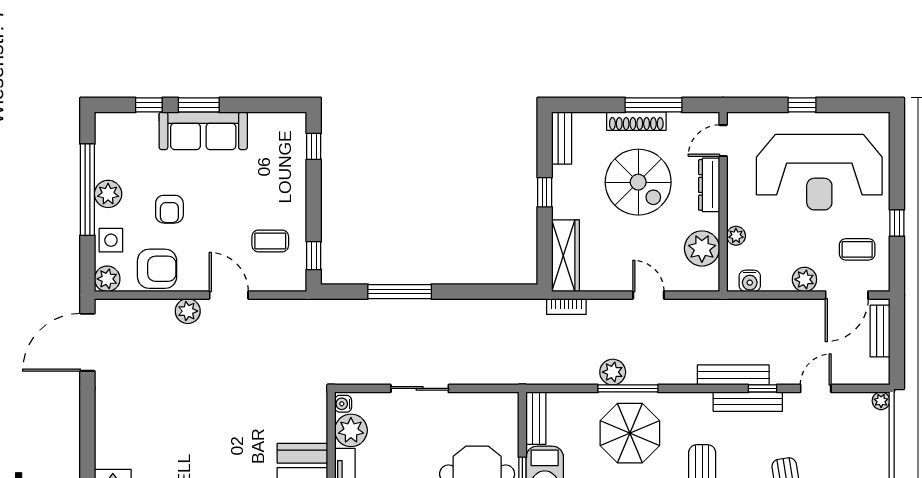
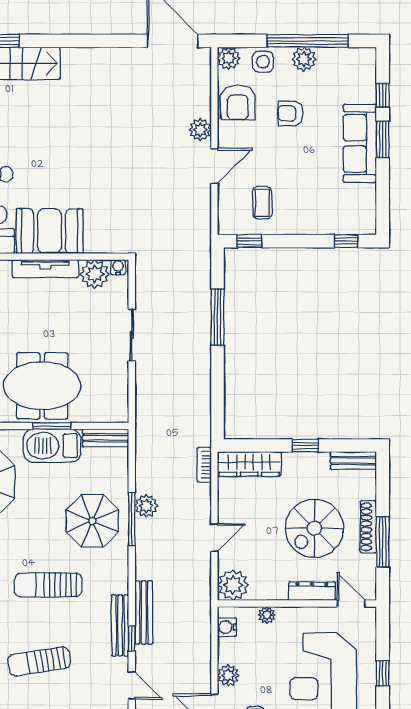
plant: (702, 248) -> (233, 585), moved

